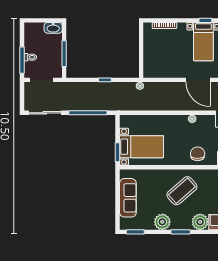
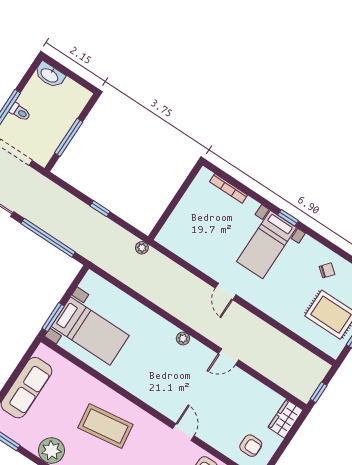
washbasin: (53, 28) -> (50, 75), moved
door: (198, 80) -> (226, 291), width x0.53
chair: (198, 154) -> (159, 390), removed
coffee table: (182, 191) -> (105, 426), turned 33

